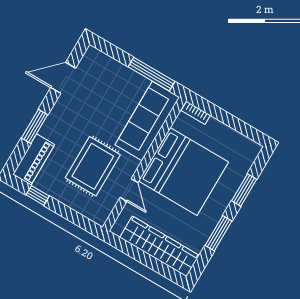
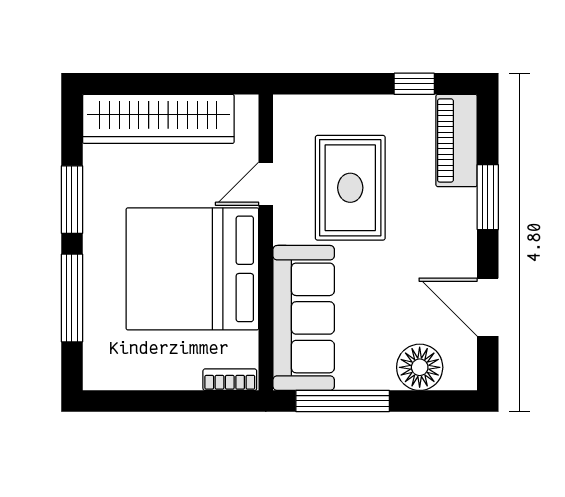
floor lamp: (109, 69) -> (420, 367), added
door: (63, 78) -> (488, 307), swing flipped
door: (129, 190) -> (266, 184), hinge flipped
window: (244, 190) -> (72, 298), width x1.44

